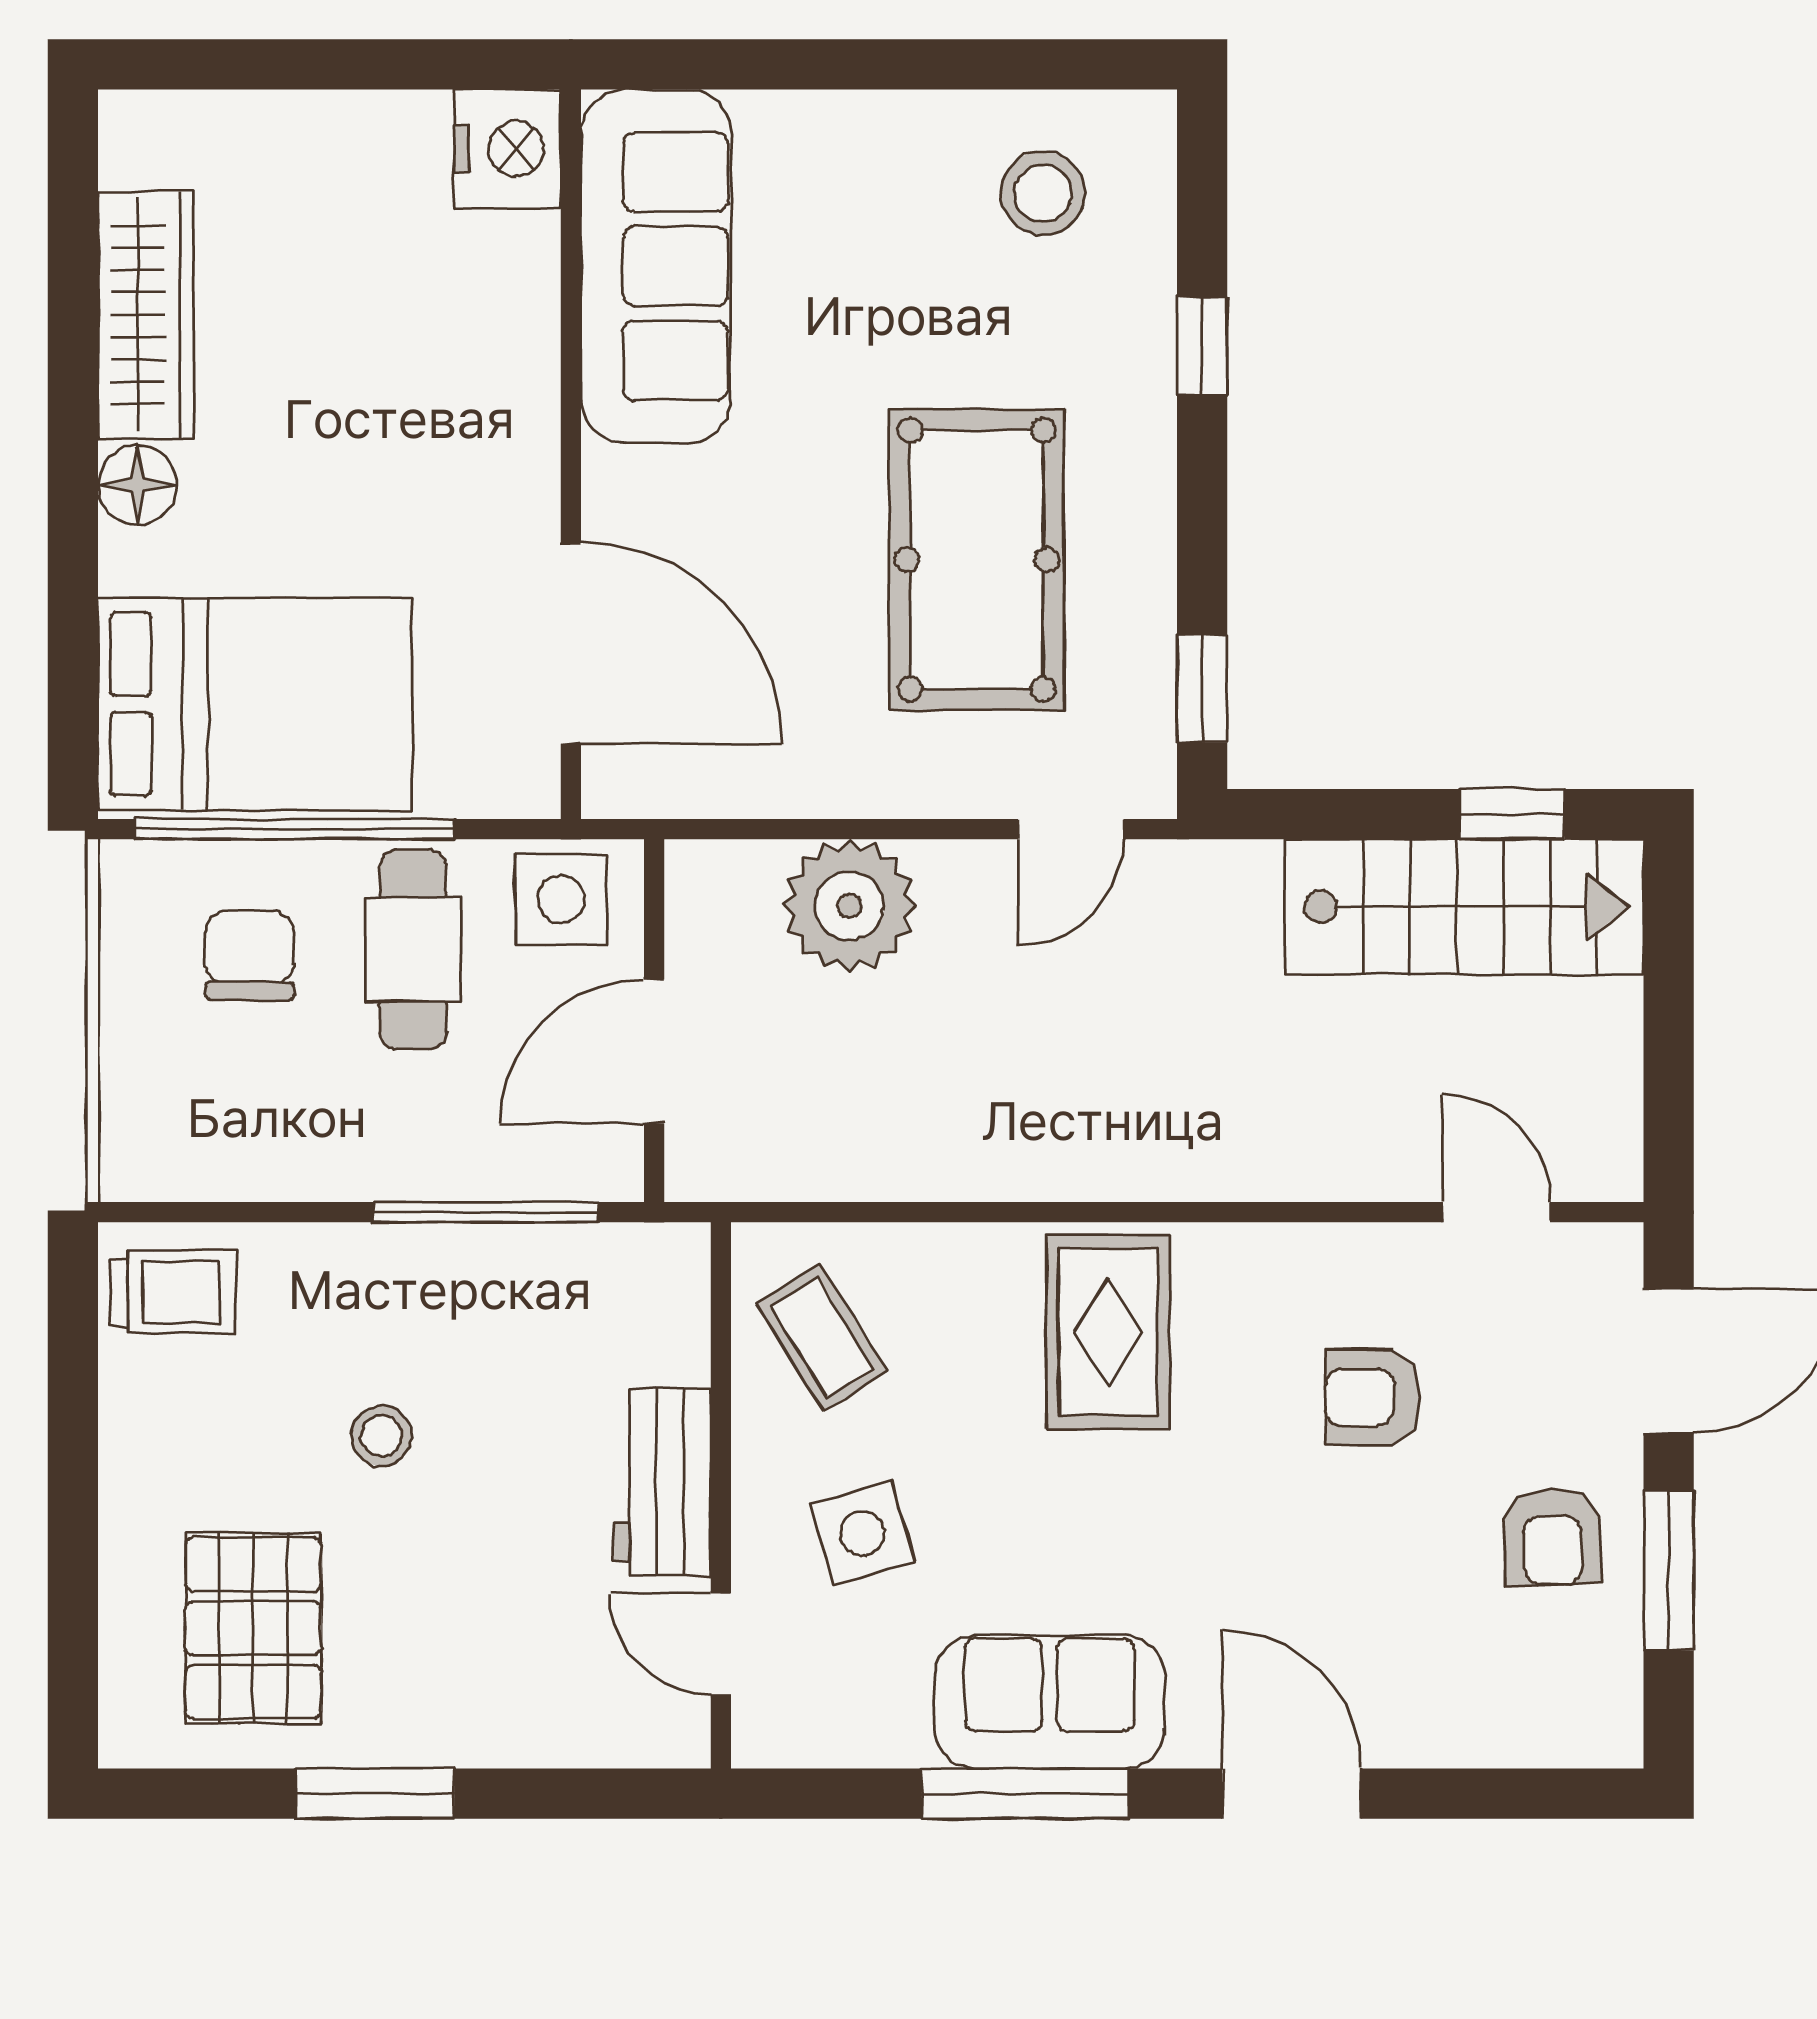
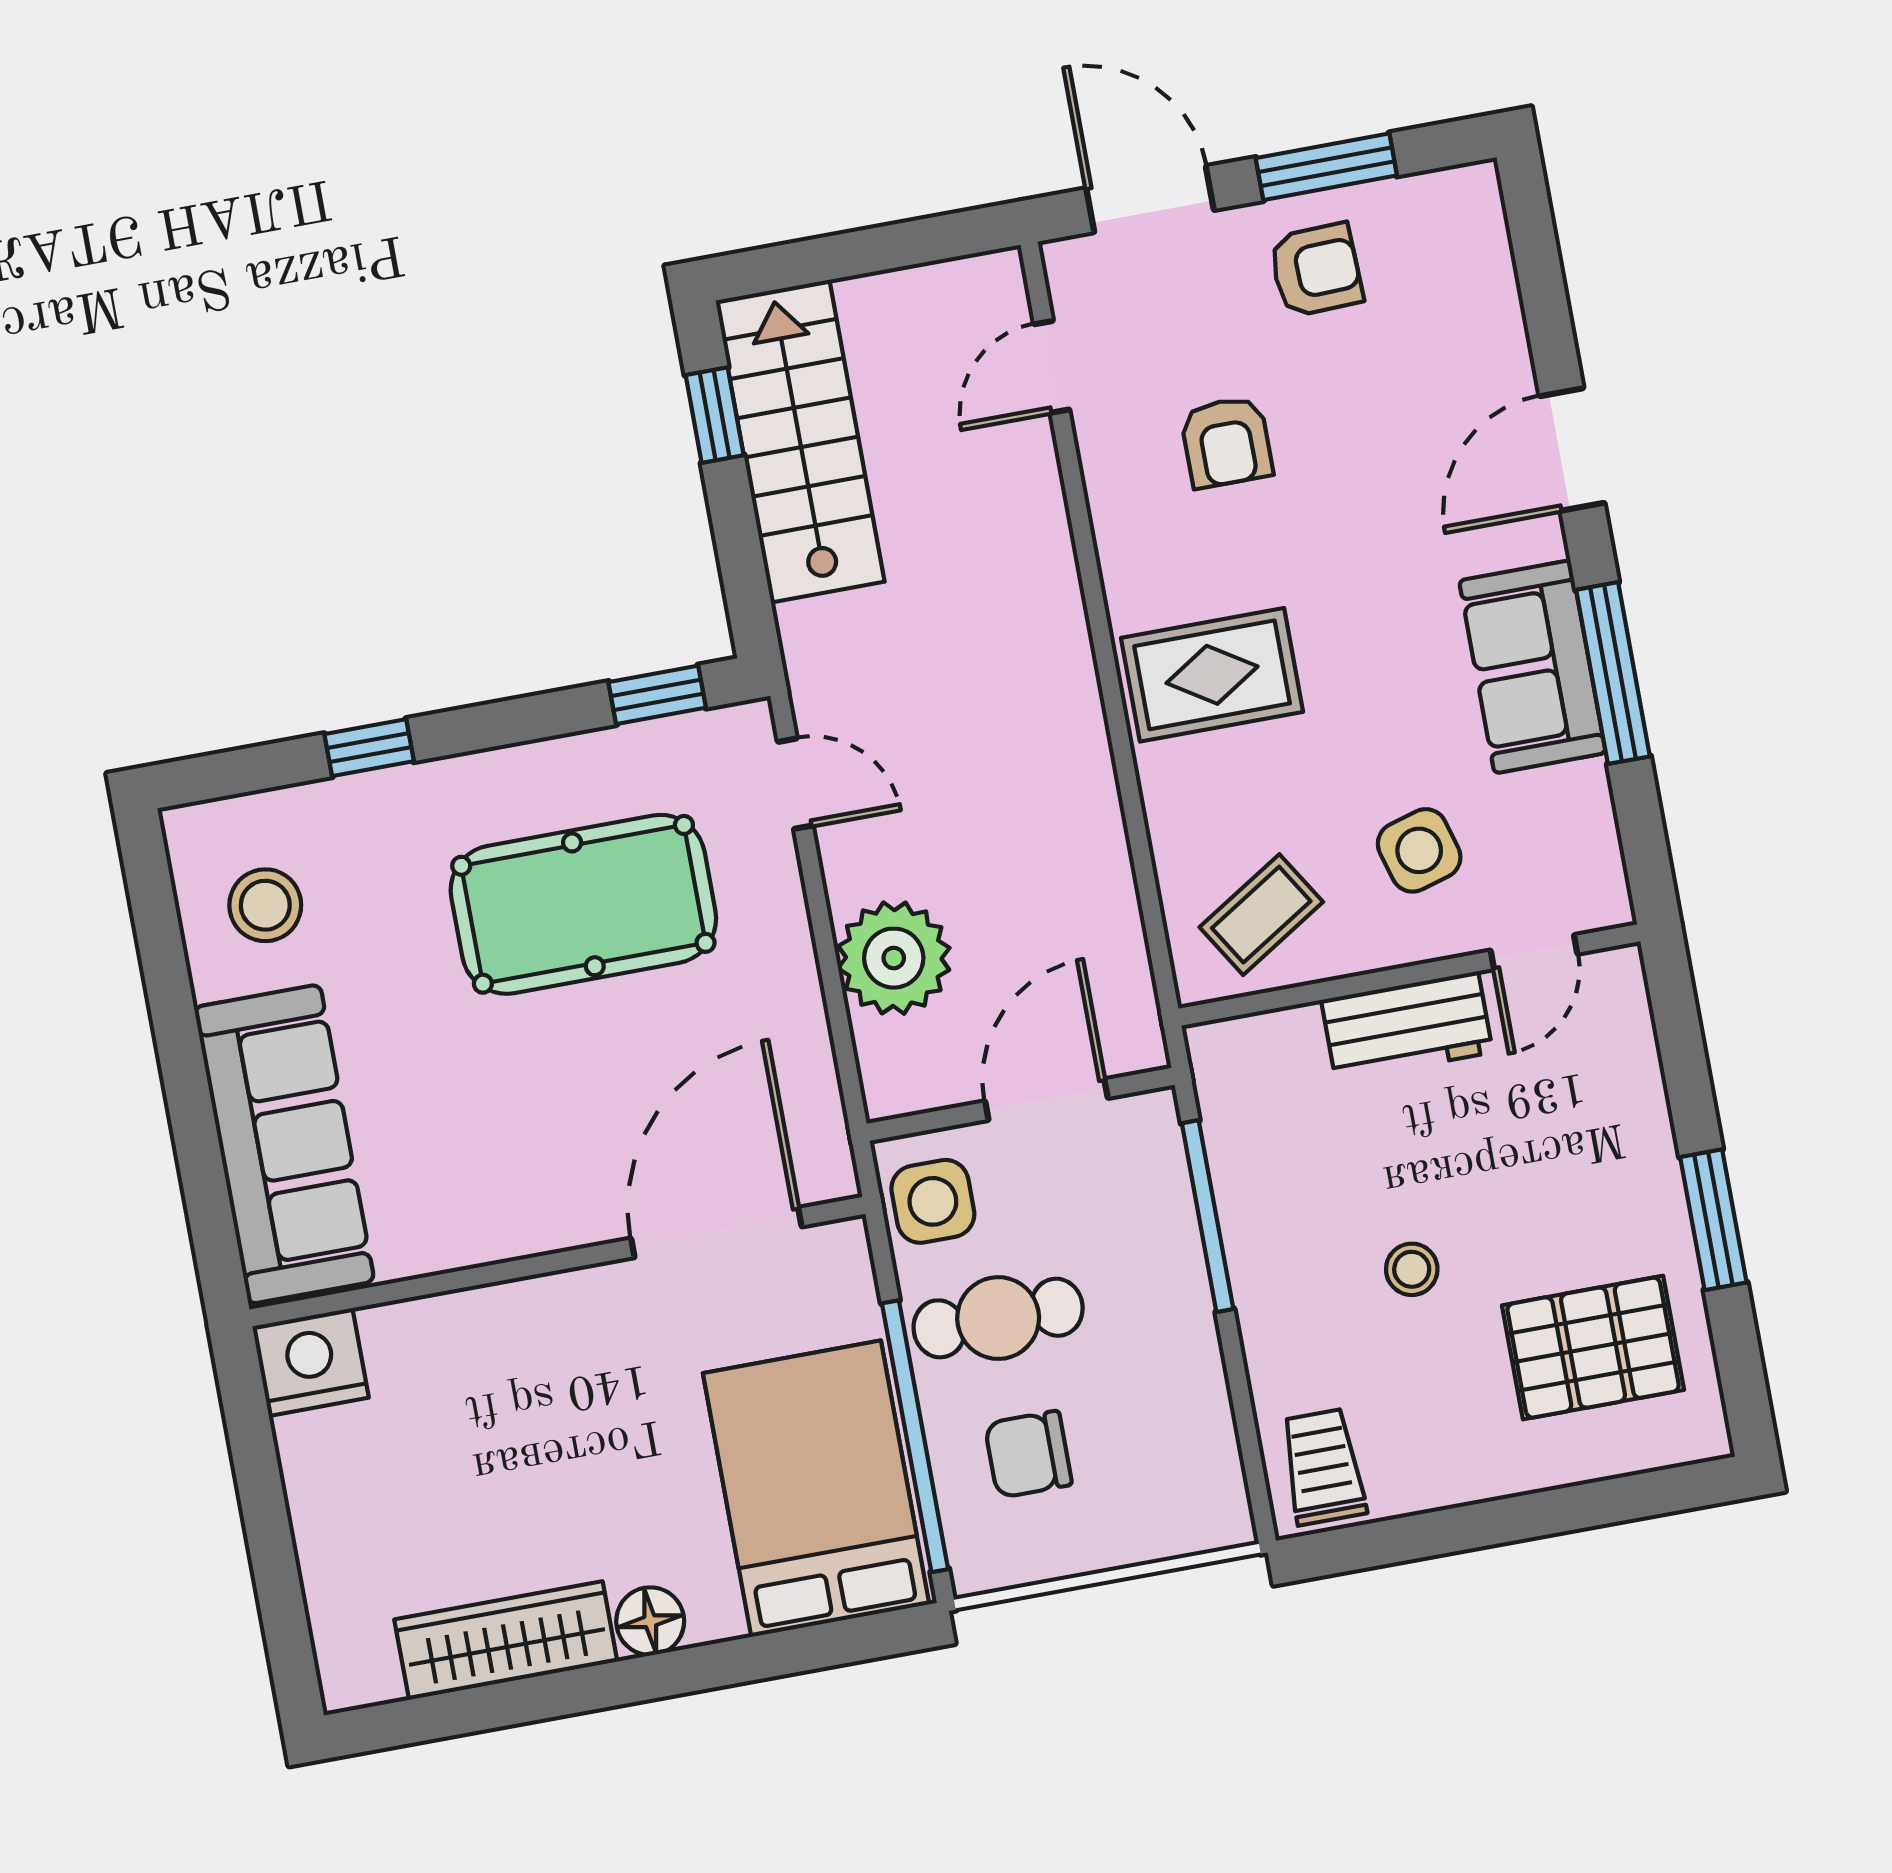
sofa: (656, 266) -> (284, 1144), moved, turned 90
door: (654, 1051) -> (1046, 1100), swing flipped

